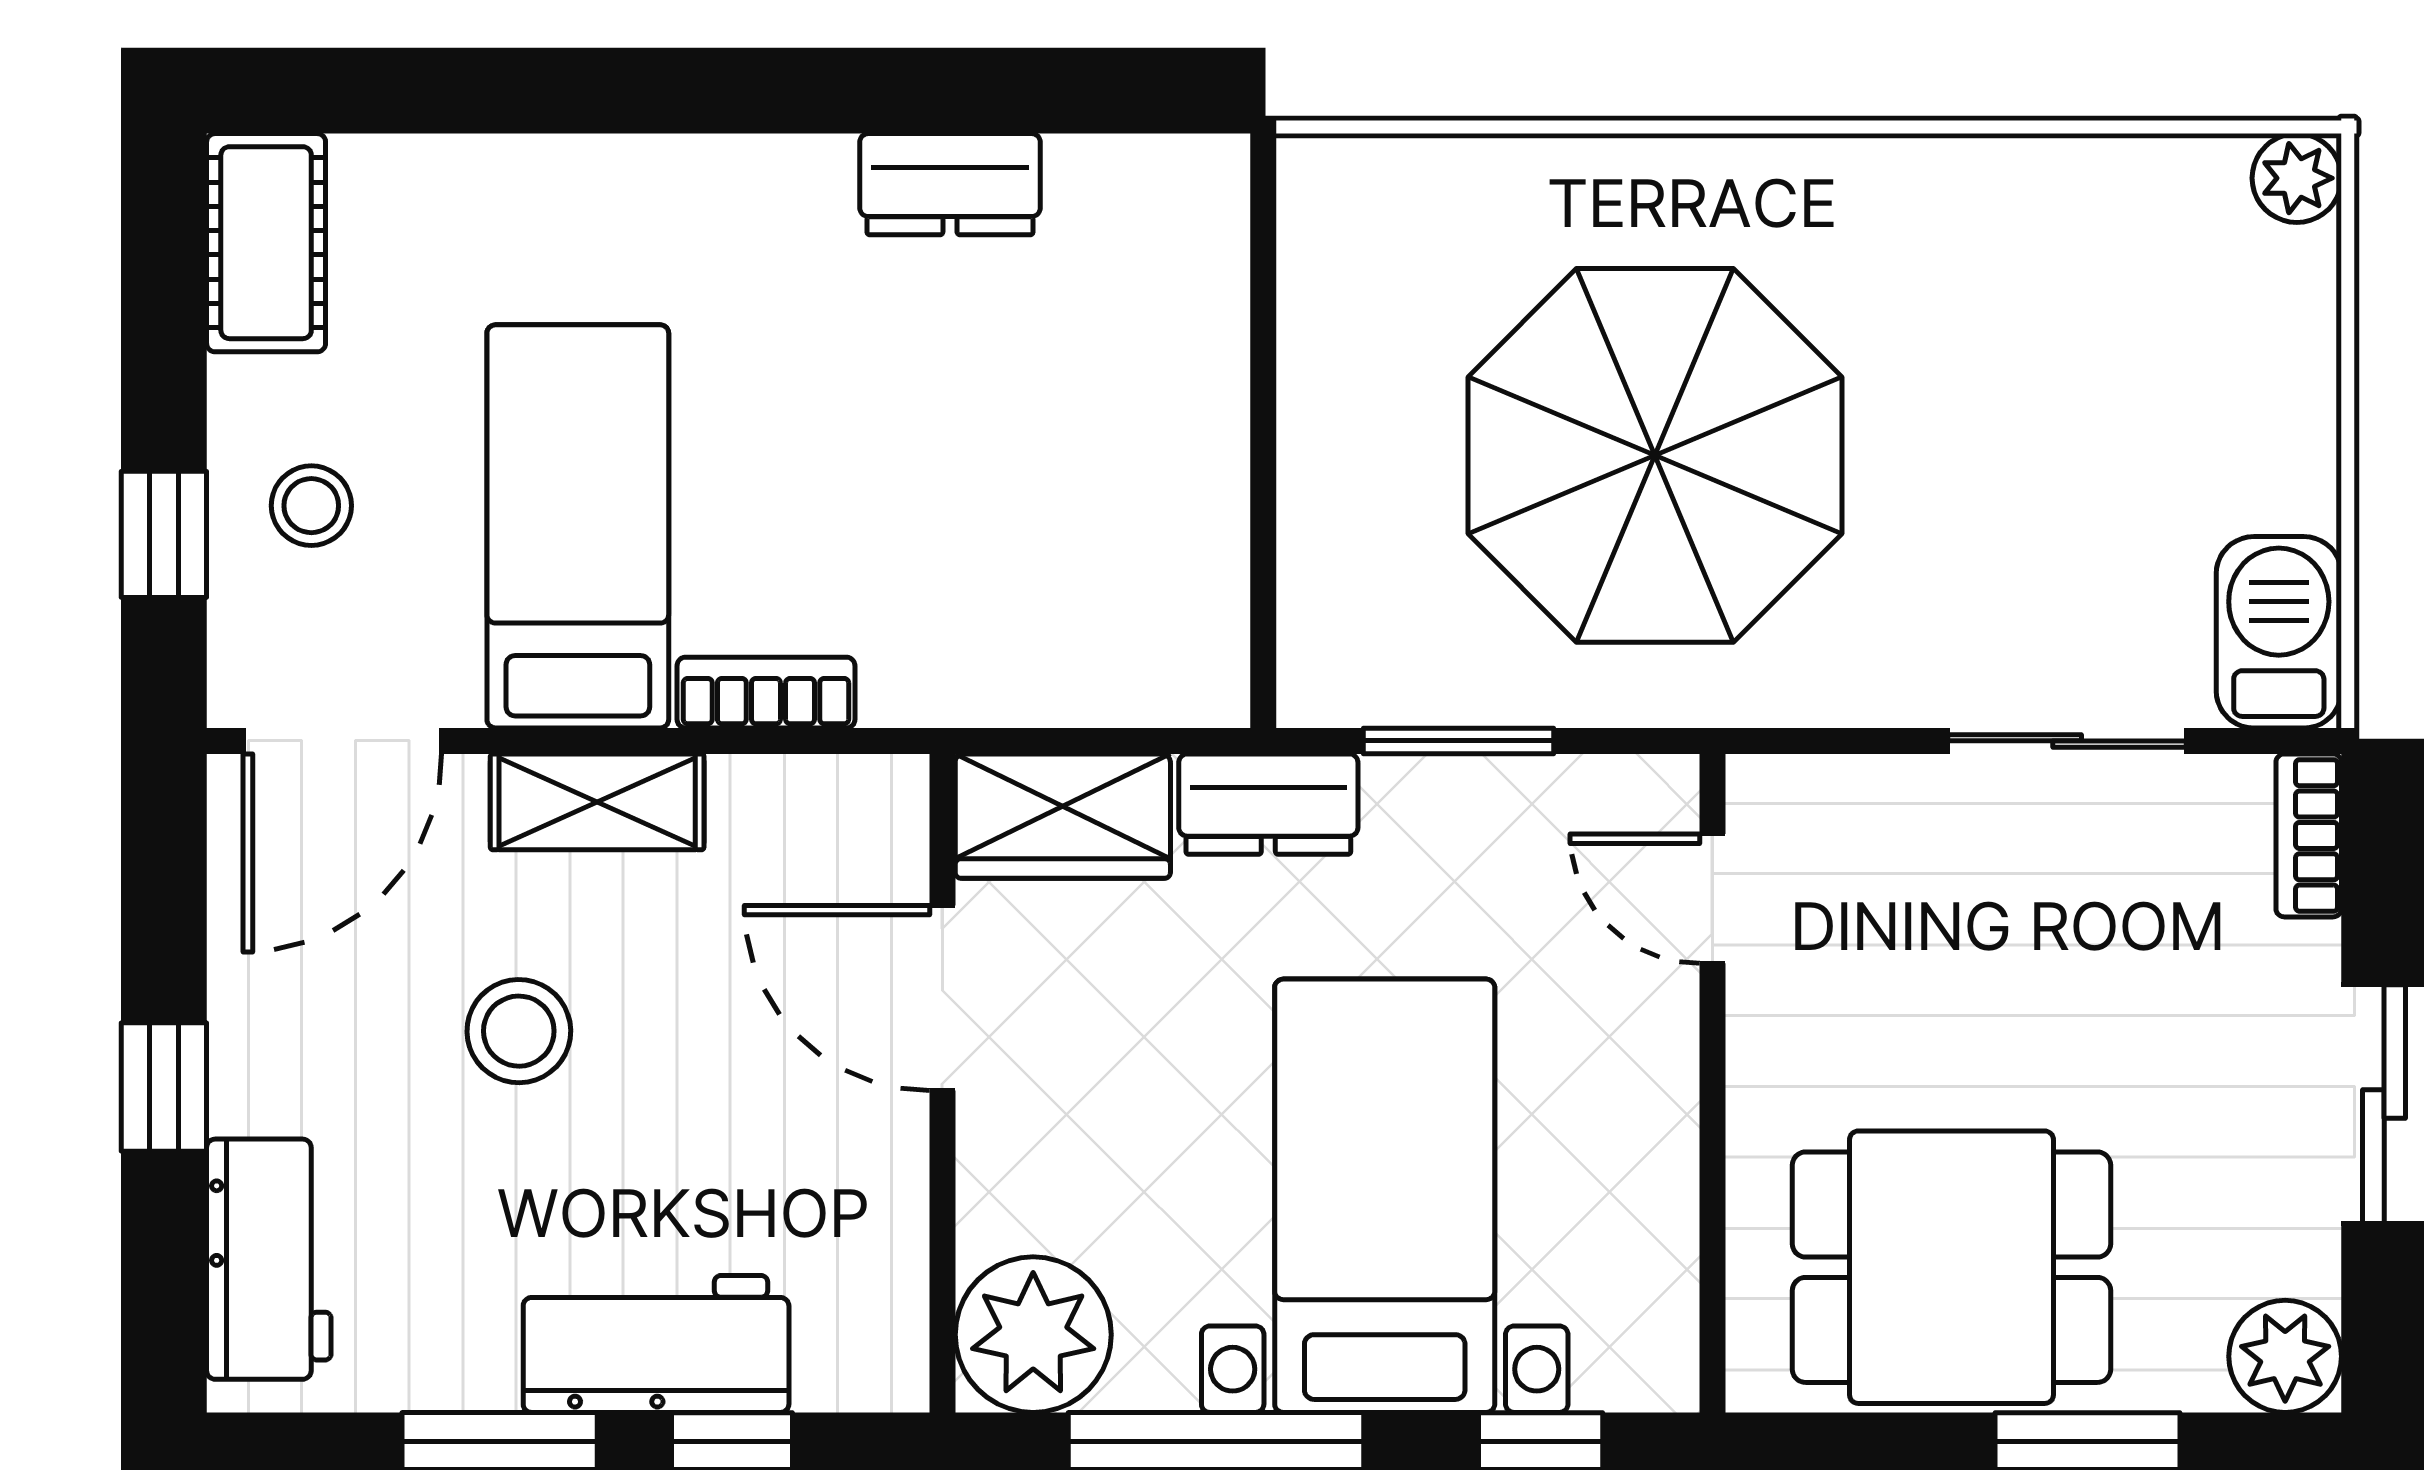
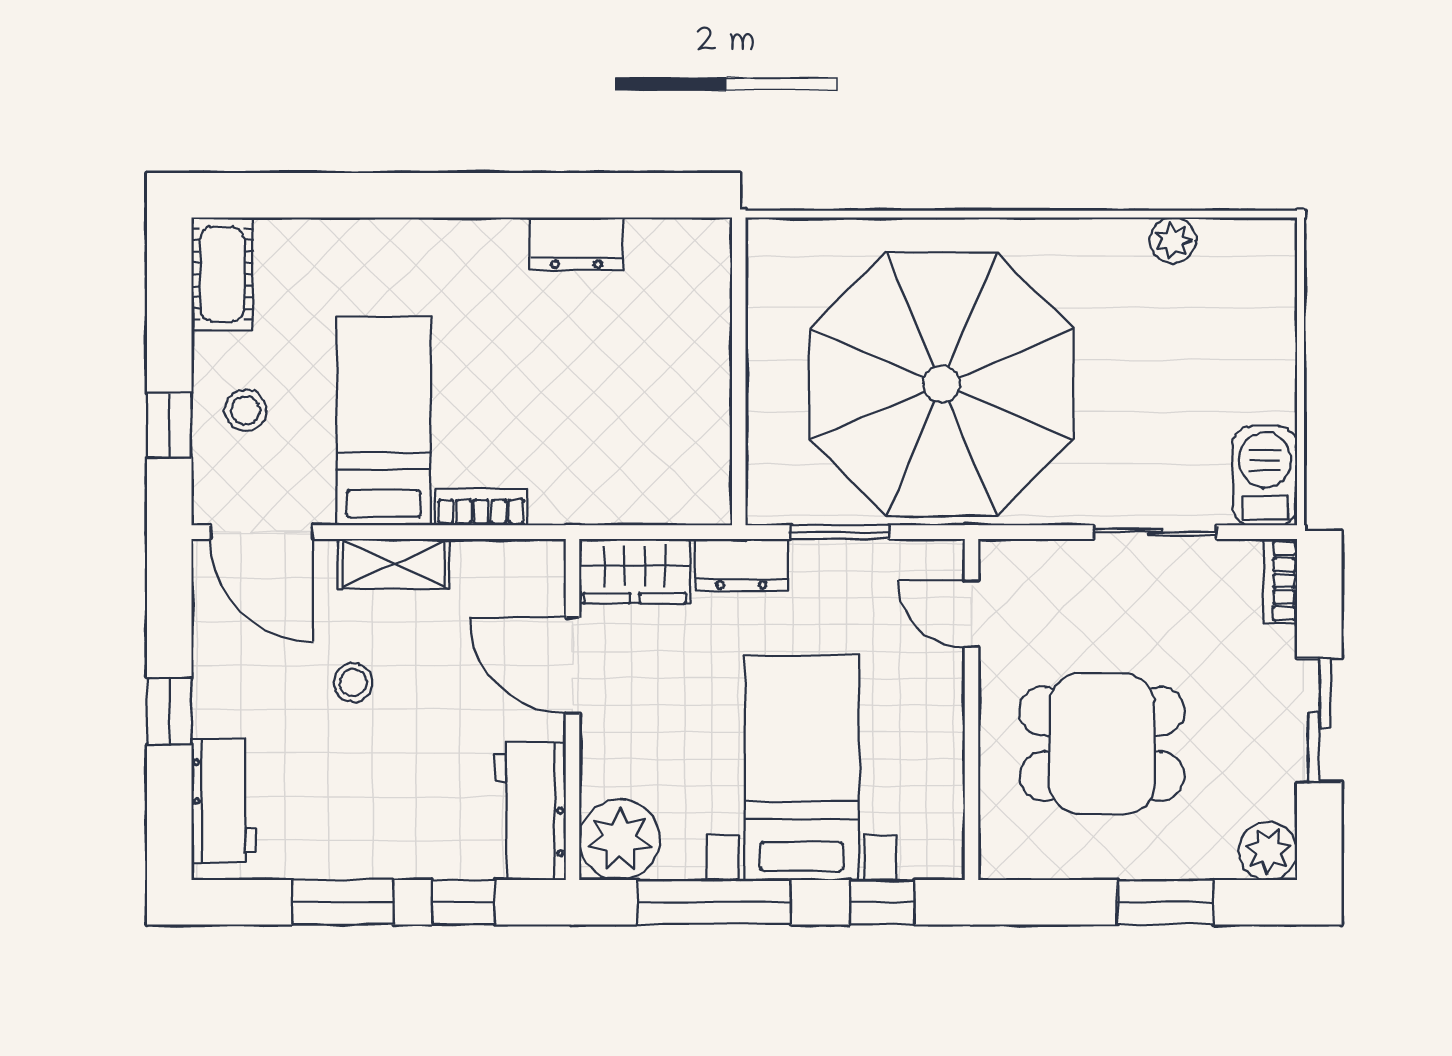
plant: (2297, 178) -> (1173, 241), moved
parasol: (1655, 455) -> (942, 384), width x1.36, depth x1.36
door: (342, 741) -> (262, 532), hinge flipped
stool: (519, 1031) -> (353, 682), width x0.73, depth x0.73
dining table: (1951, 1267) -> (1102, 744), moved
workbench: (656, 1344) -> (530, 811), moved, turned -90

